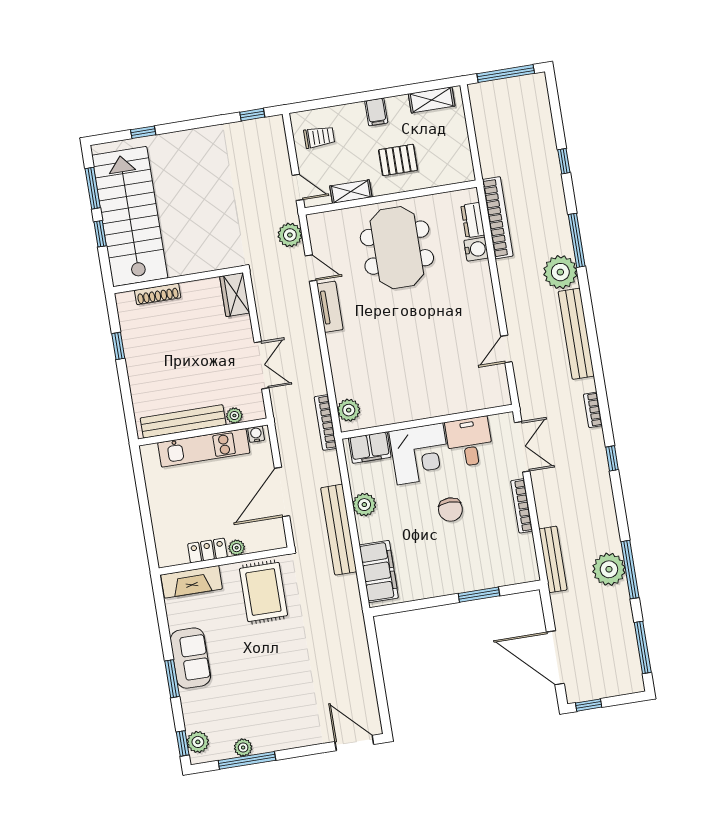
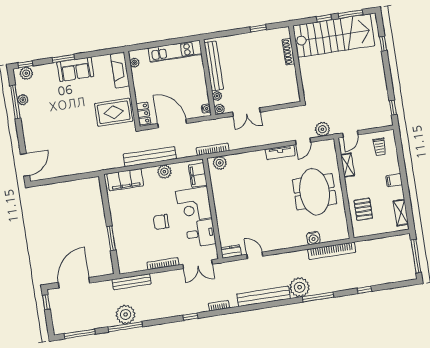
pallet: (398, 160) -> (363, 209), moved
dresser: (473, 220) -> (231, 252), moved
meeting table: (397, 248) -> (315, 192), turned 90
wardrobe: (235, 295) -> (288, 97), removed
plant: (257, 411) -> (219, 109), added
kitchen unit: (204, 448) -> (175, 51), moved, turned -90
plant: (237, 548) -> (134, 63), moved
locker: (207, 550) -> (143, 114), moved

